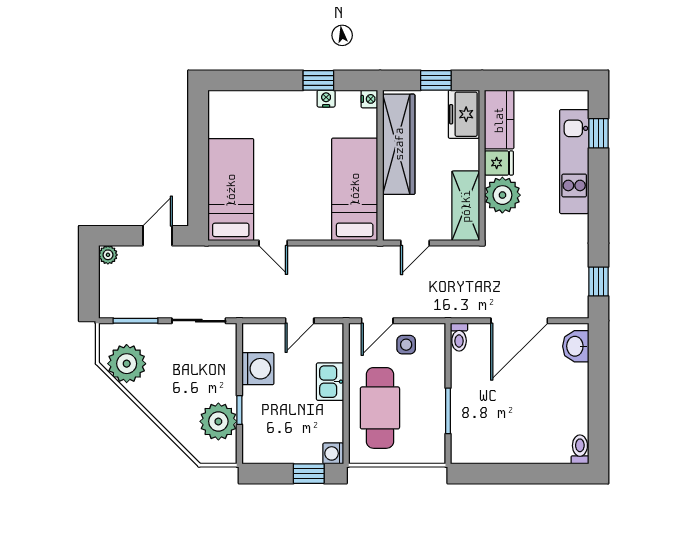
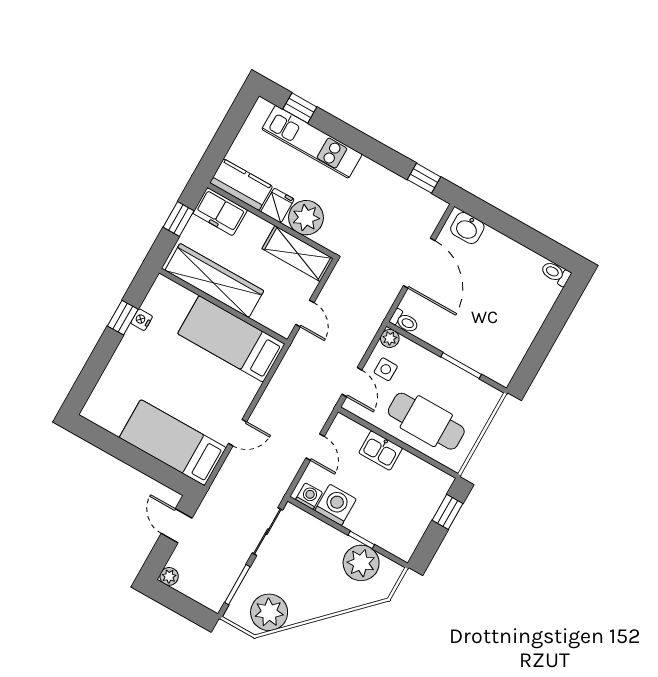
nightstand: (369, 99) -> (162, 284), removed
plant: (436, 333) -> (390, 338), added
washing machine: (333, 453) -> (309, 496), moved, turned 180

